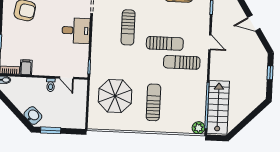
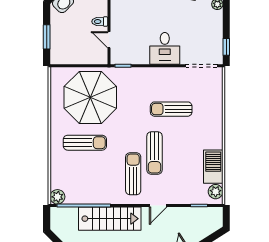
door: (67, 78) -> (109, 40), hinge flipped
parasol: (115, 96) -> (90, 97), width x1.36, depth x1.36
stairs: (218, 107) -> (110, 219), moved
window: (51, 130) -> (47, 37), moved

